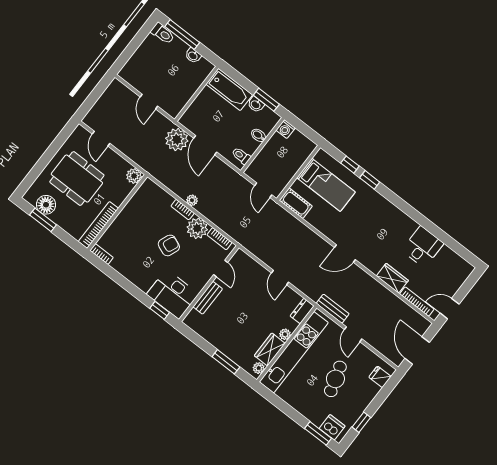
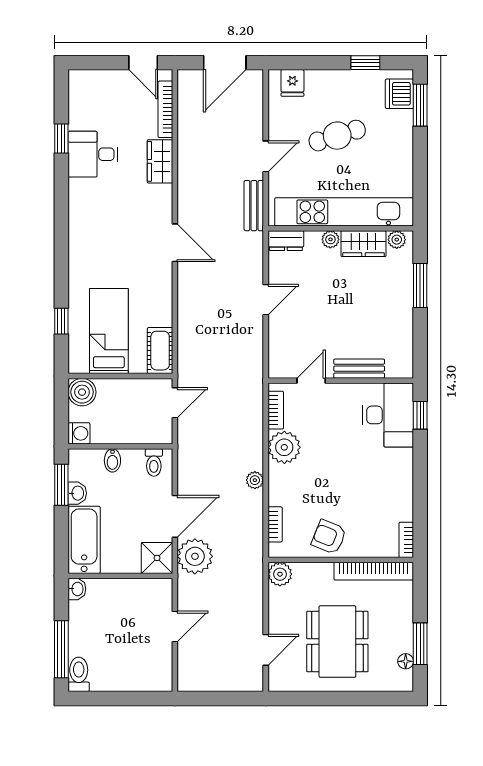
washbasin: (193, 56) -> (77, 589), moved
shower: (191, 120) -> (157, 558), added
boiler: (305, 147) -> (82, 392), added
window: (370, 180) -> (61, 138), moved
floor lamp: (46, 205) -> (406, 661), width x0.53, depth x0.53
bookcase: (183, 210) -> (275, 524), moved
armchair: (169, 245) -> (329, 537), moved

